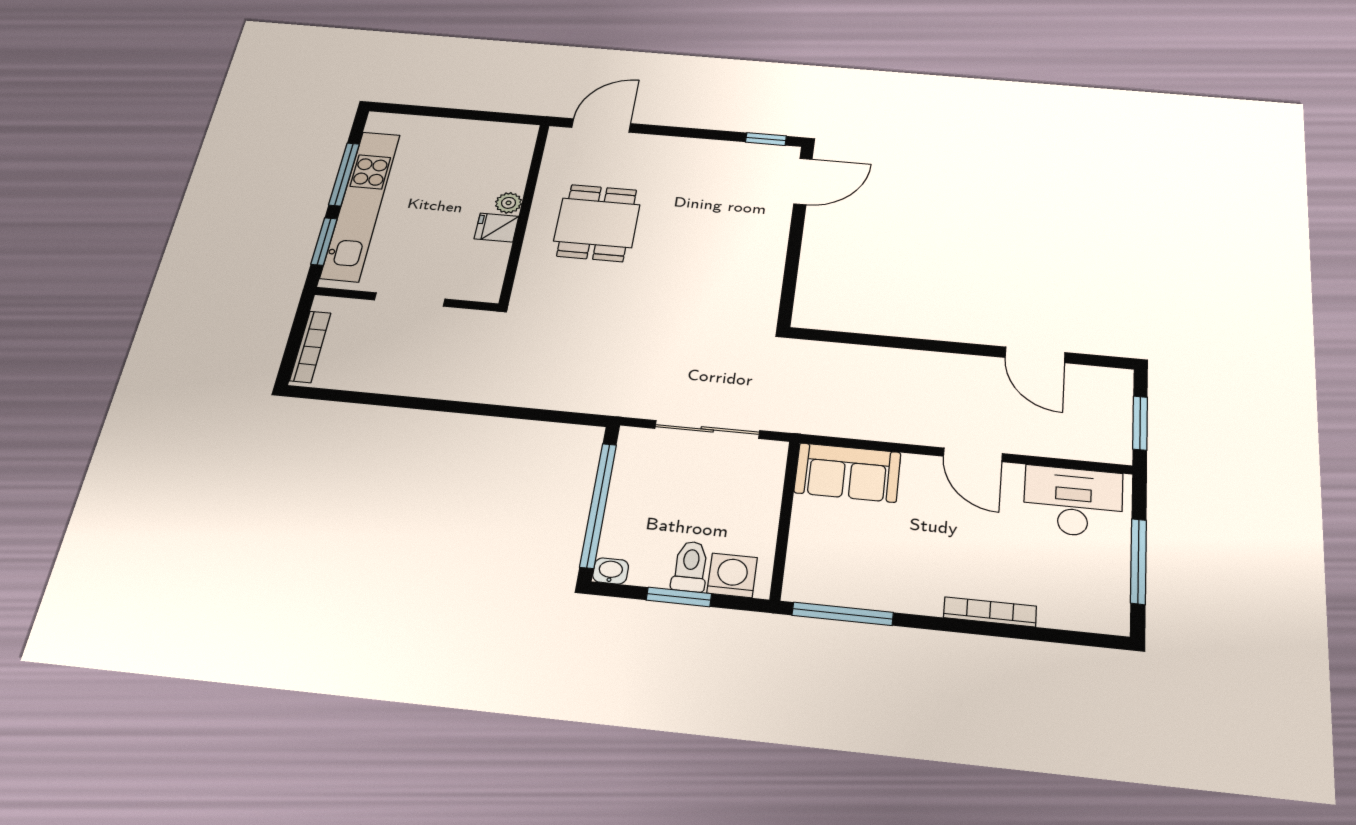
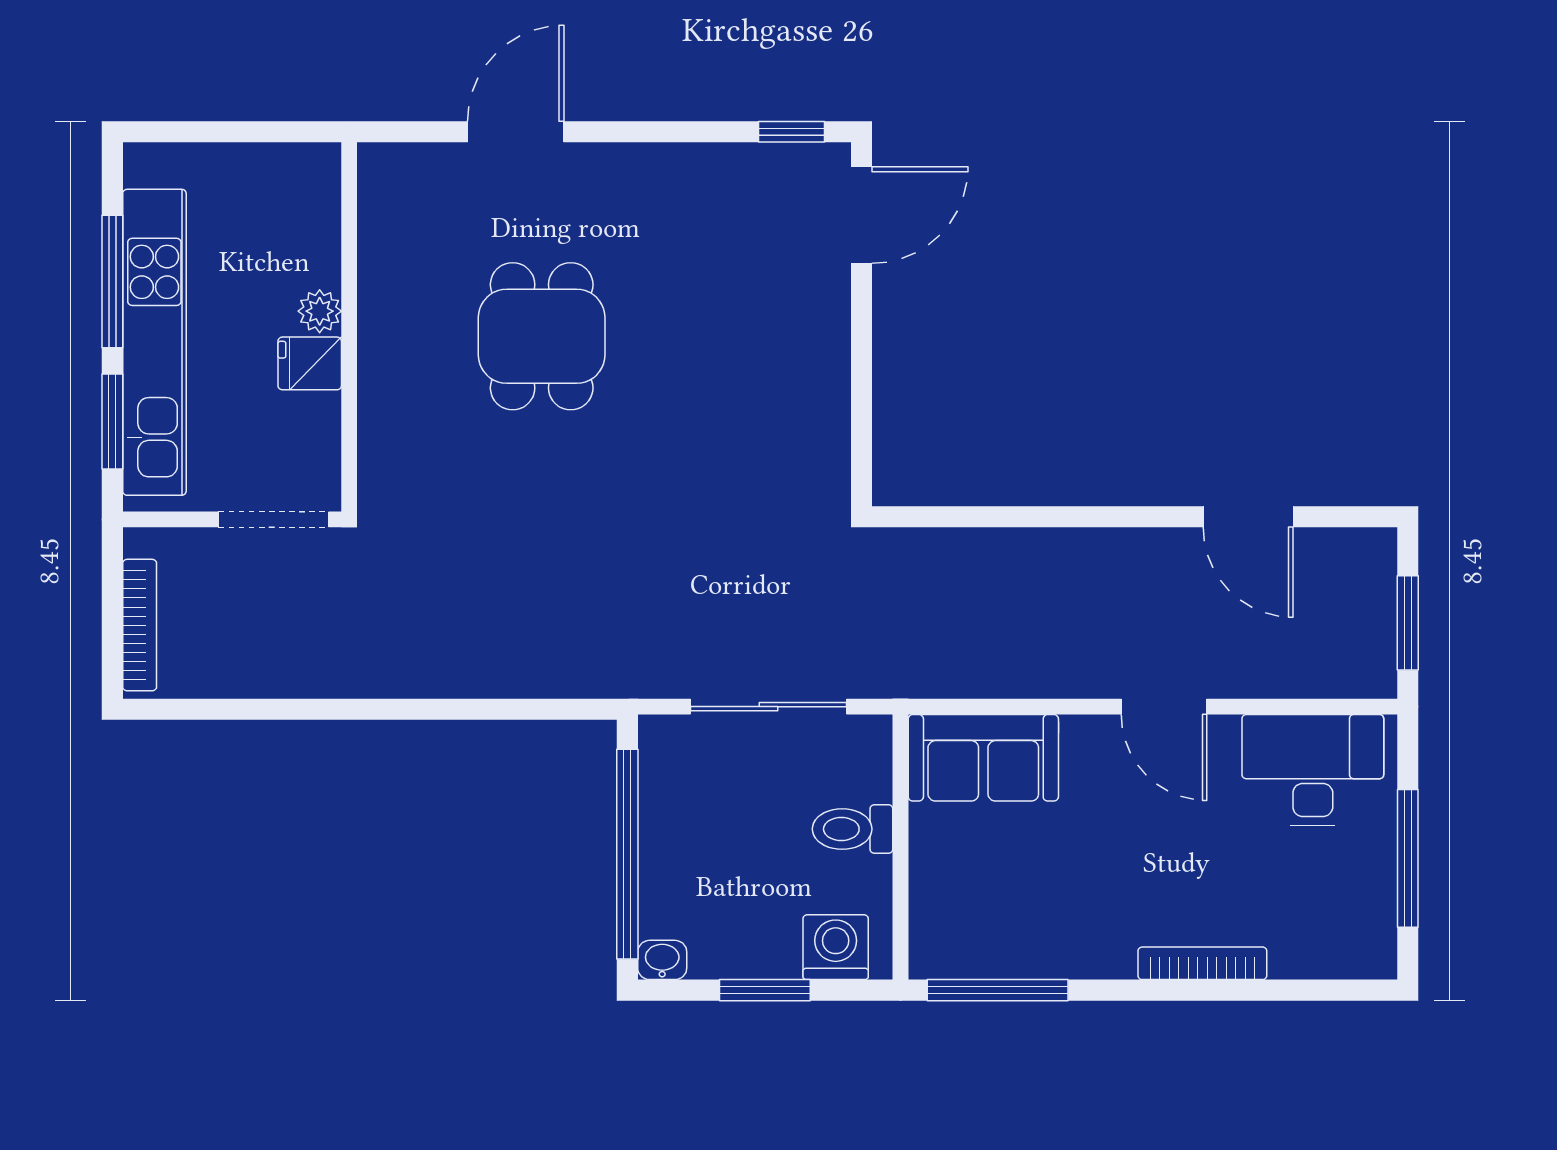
plant: (509, 203) -> (320, 311), moved
wall: (525, 212) -> (349, 327), moved
fridge: (496, 228) -> (310, 363), moved
toilet: (690, 566) -> (853, 829), moved, turned -90

